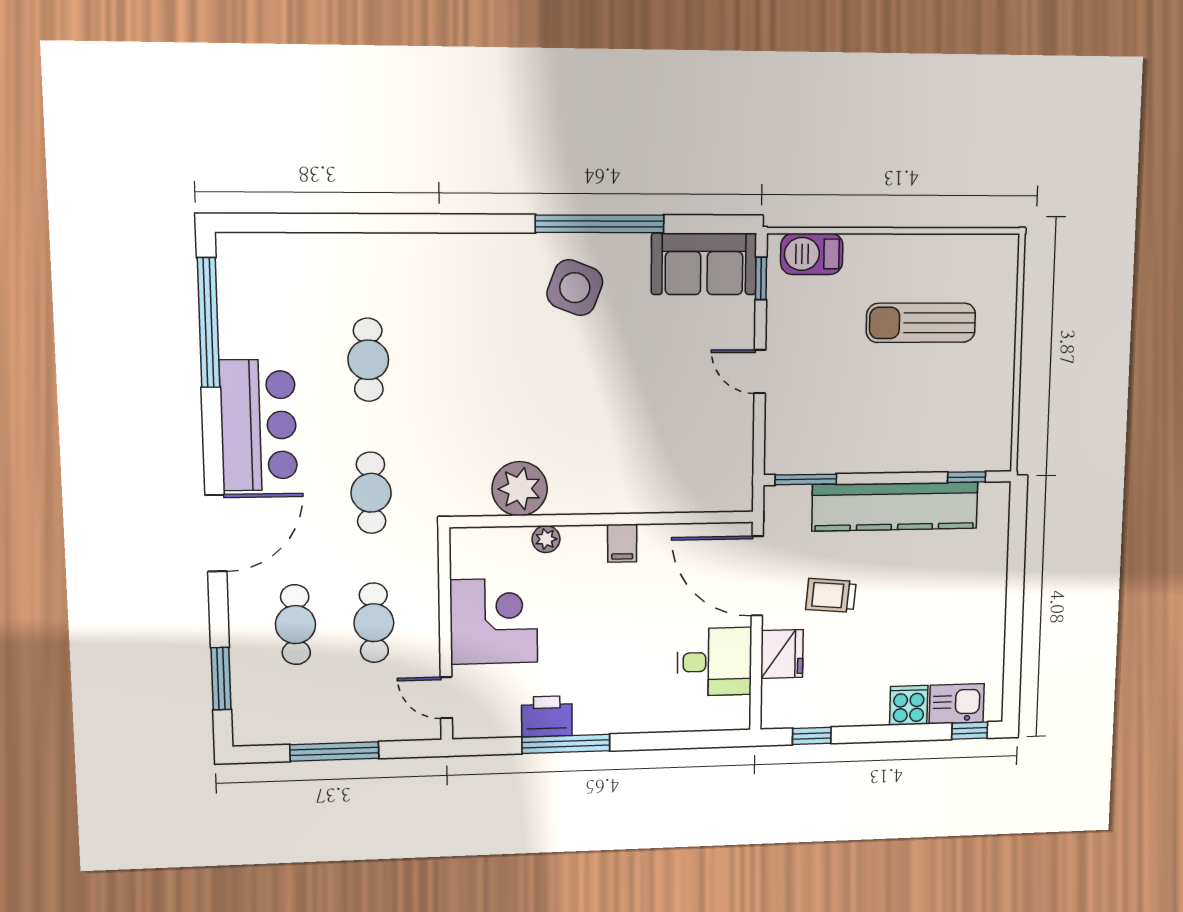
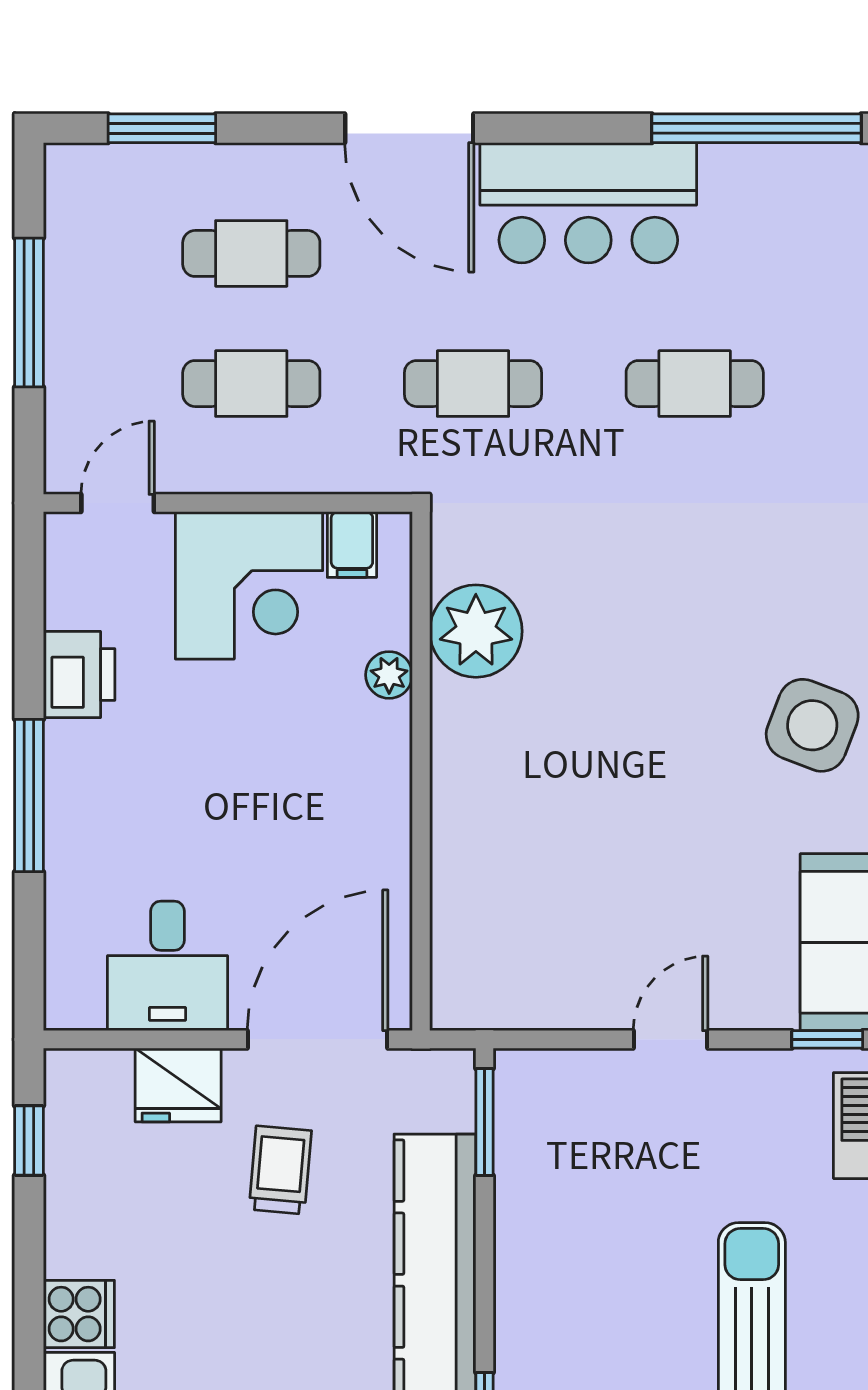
filing cabinet: (622, 543) -> (352, 545), moved, turned -90
window: (566, 744) -> (29, 795), moved

